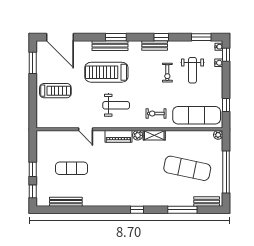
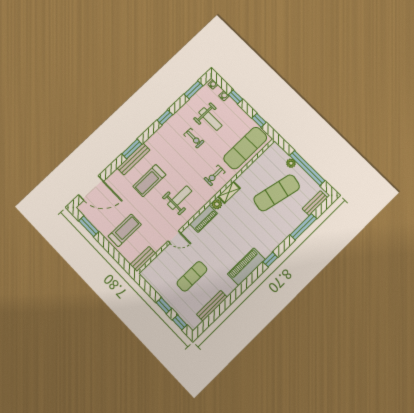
bench: (155, 45) -> (143, 259), moved
window: (226, 55) -> (235, 97), moved
treadmill: (106, 72) -> (149, 181), width x0.73, depth x0.73
plant: (218, 135) -> (291, 163), moved
piano: (116, 198) -> (246, 267), added

